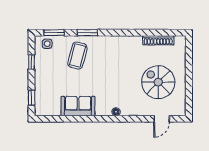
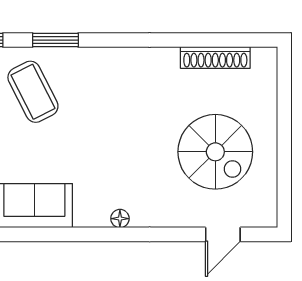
coffee table: (77, 56) -> (33, 92), turned -42
spiral stairs: (158, 82) -> (215, 152), turned 180

